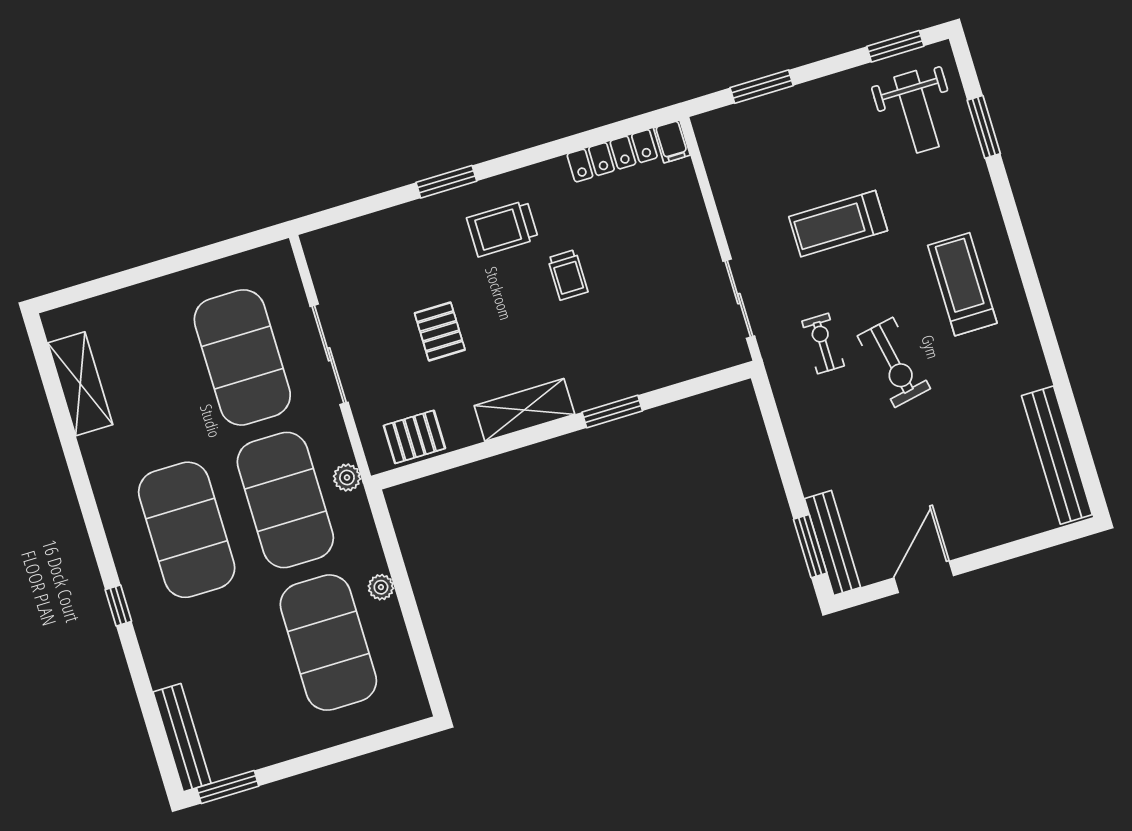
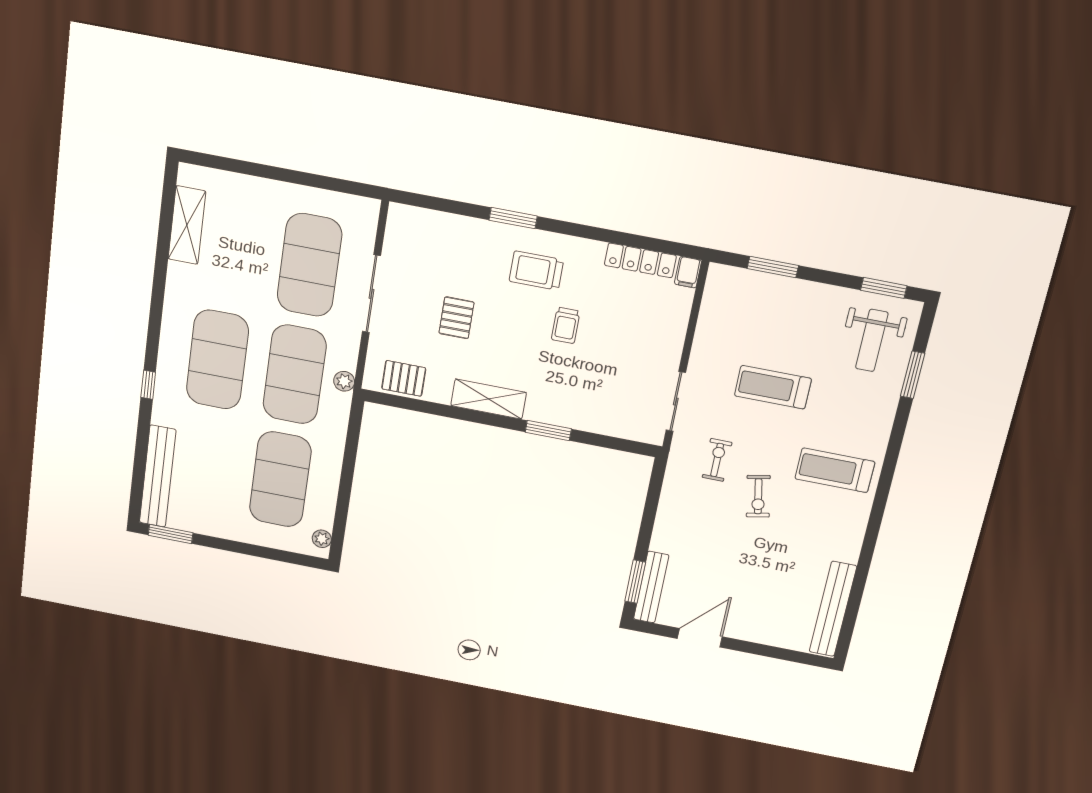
treadmill: (962, 284) -> (835, 470), turned -90
exercise bike: (894, 362) -> (758, 496), width x0.73, depth x0.72
plant: (381, 587) -> (322, 539), moved
bench: (182, 738) -> (158, 476), width x1.37, depth x1.21

